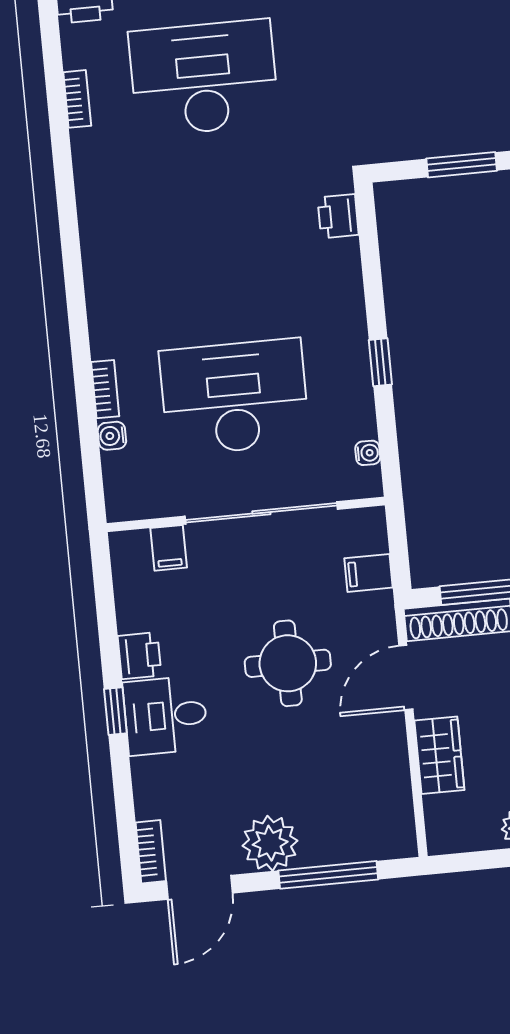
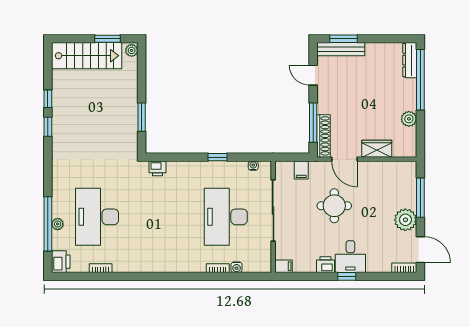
filing cabinet: (169, 548) -> (284, 266), moved

